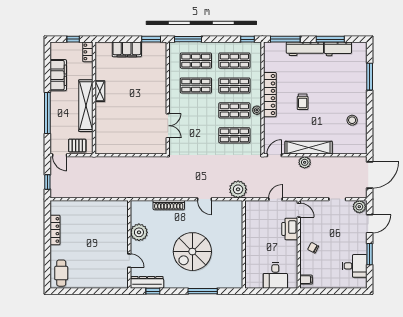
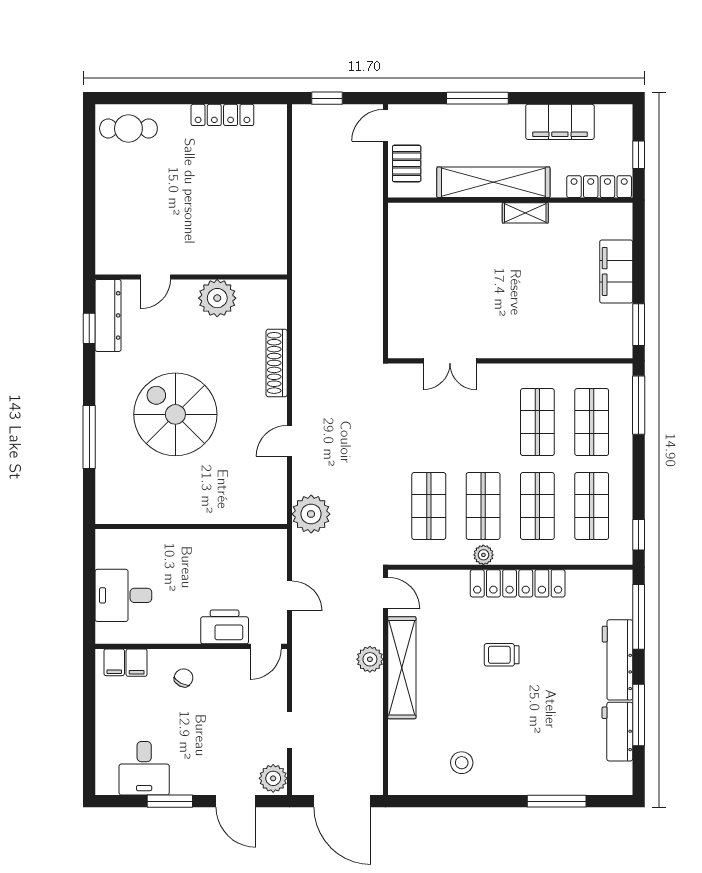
locker: (88, 52) -> (599, 187), width x1.53
window: (47, 113) -> (477, 98), width x0.68
filing cabinet: (306, 269) -> (137, 663), added

